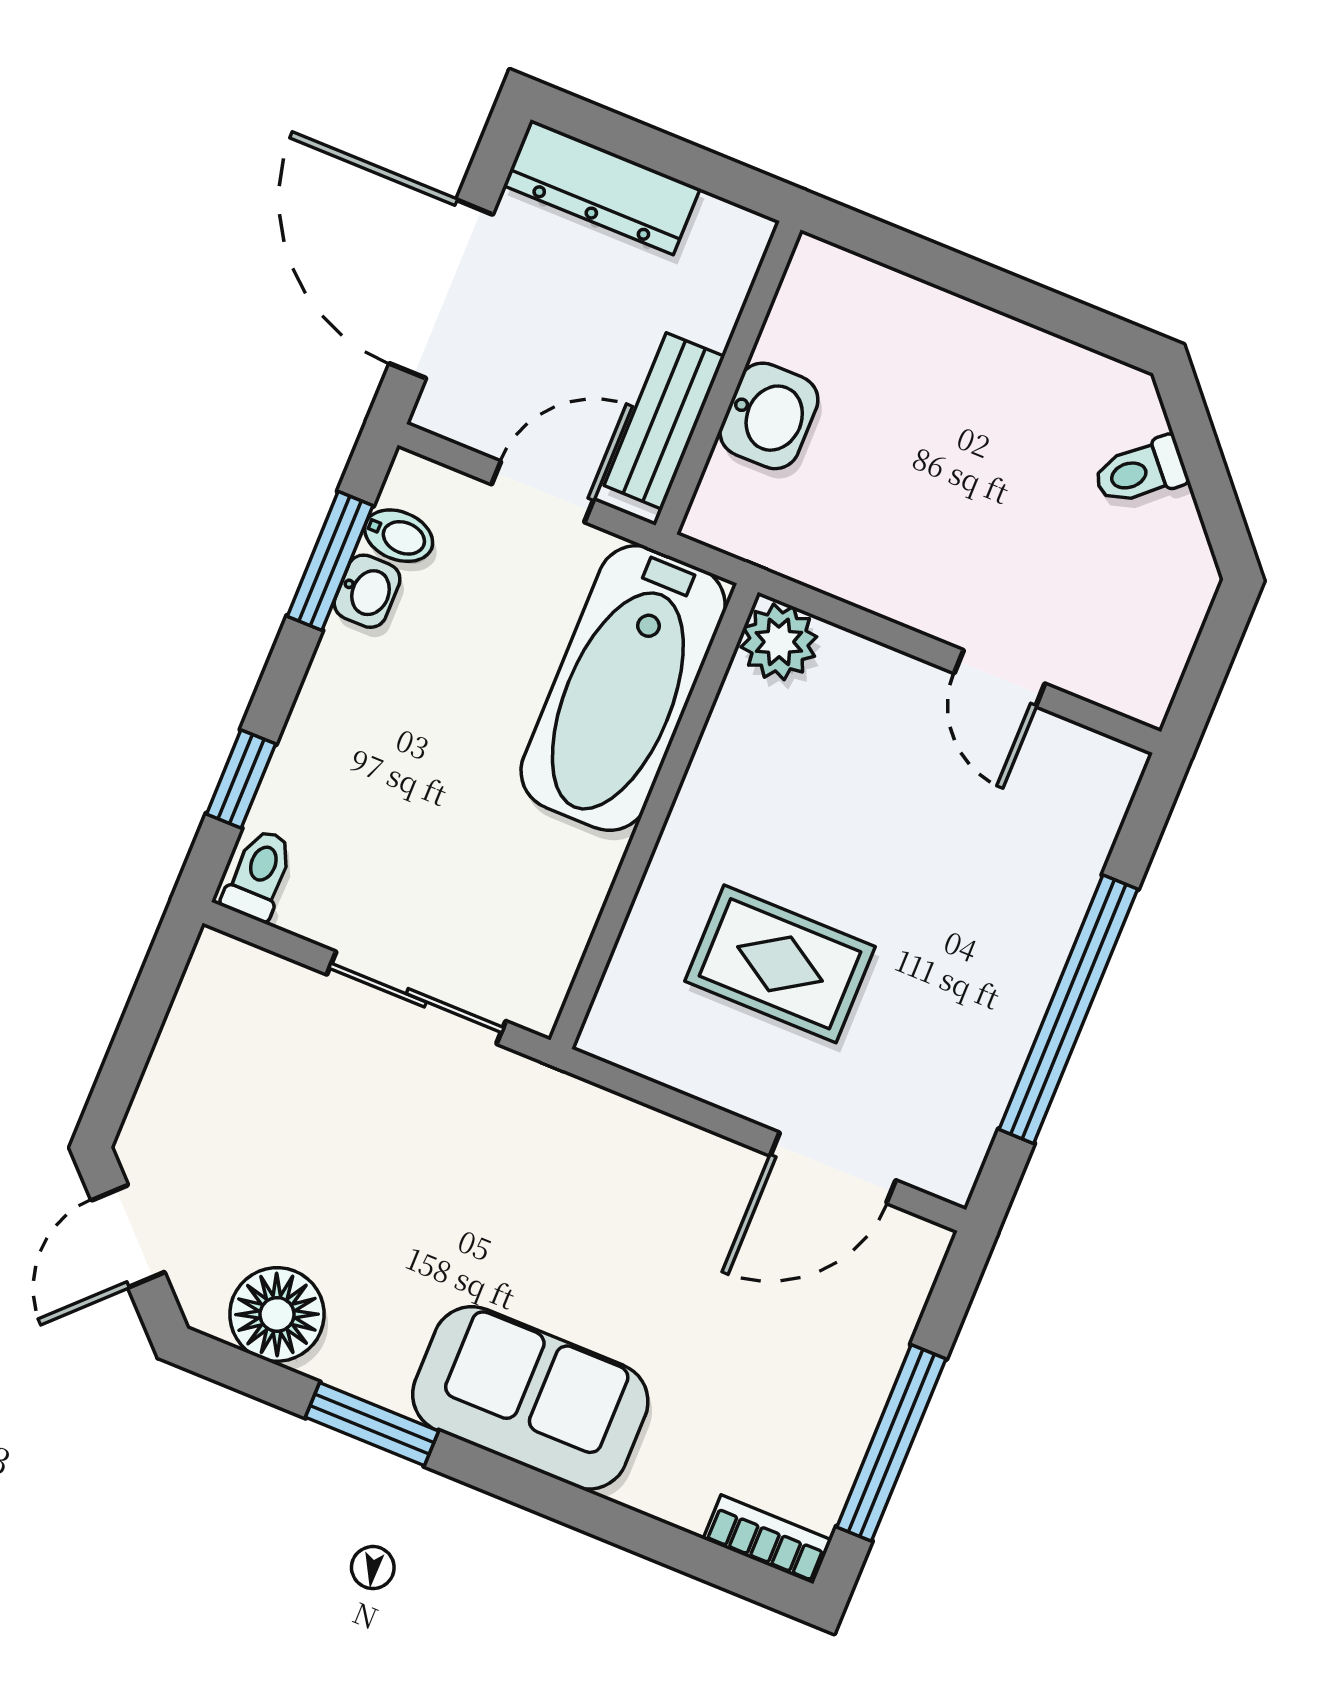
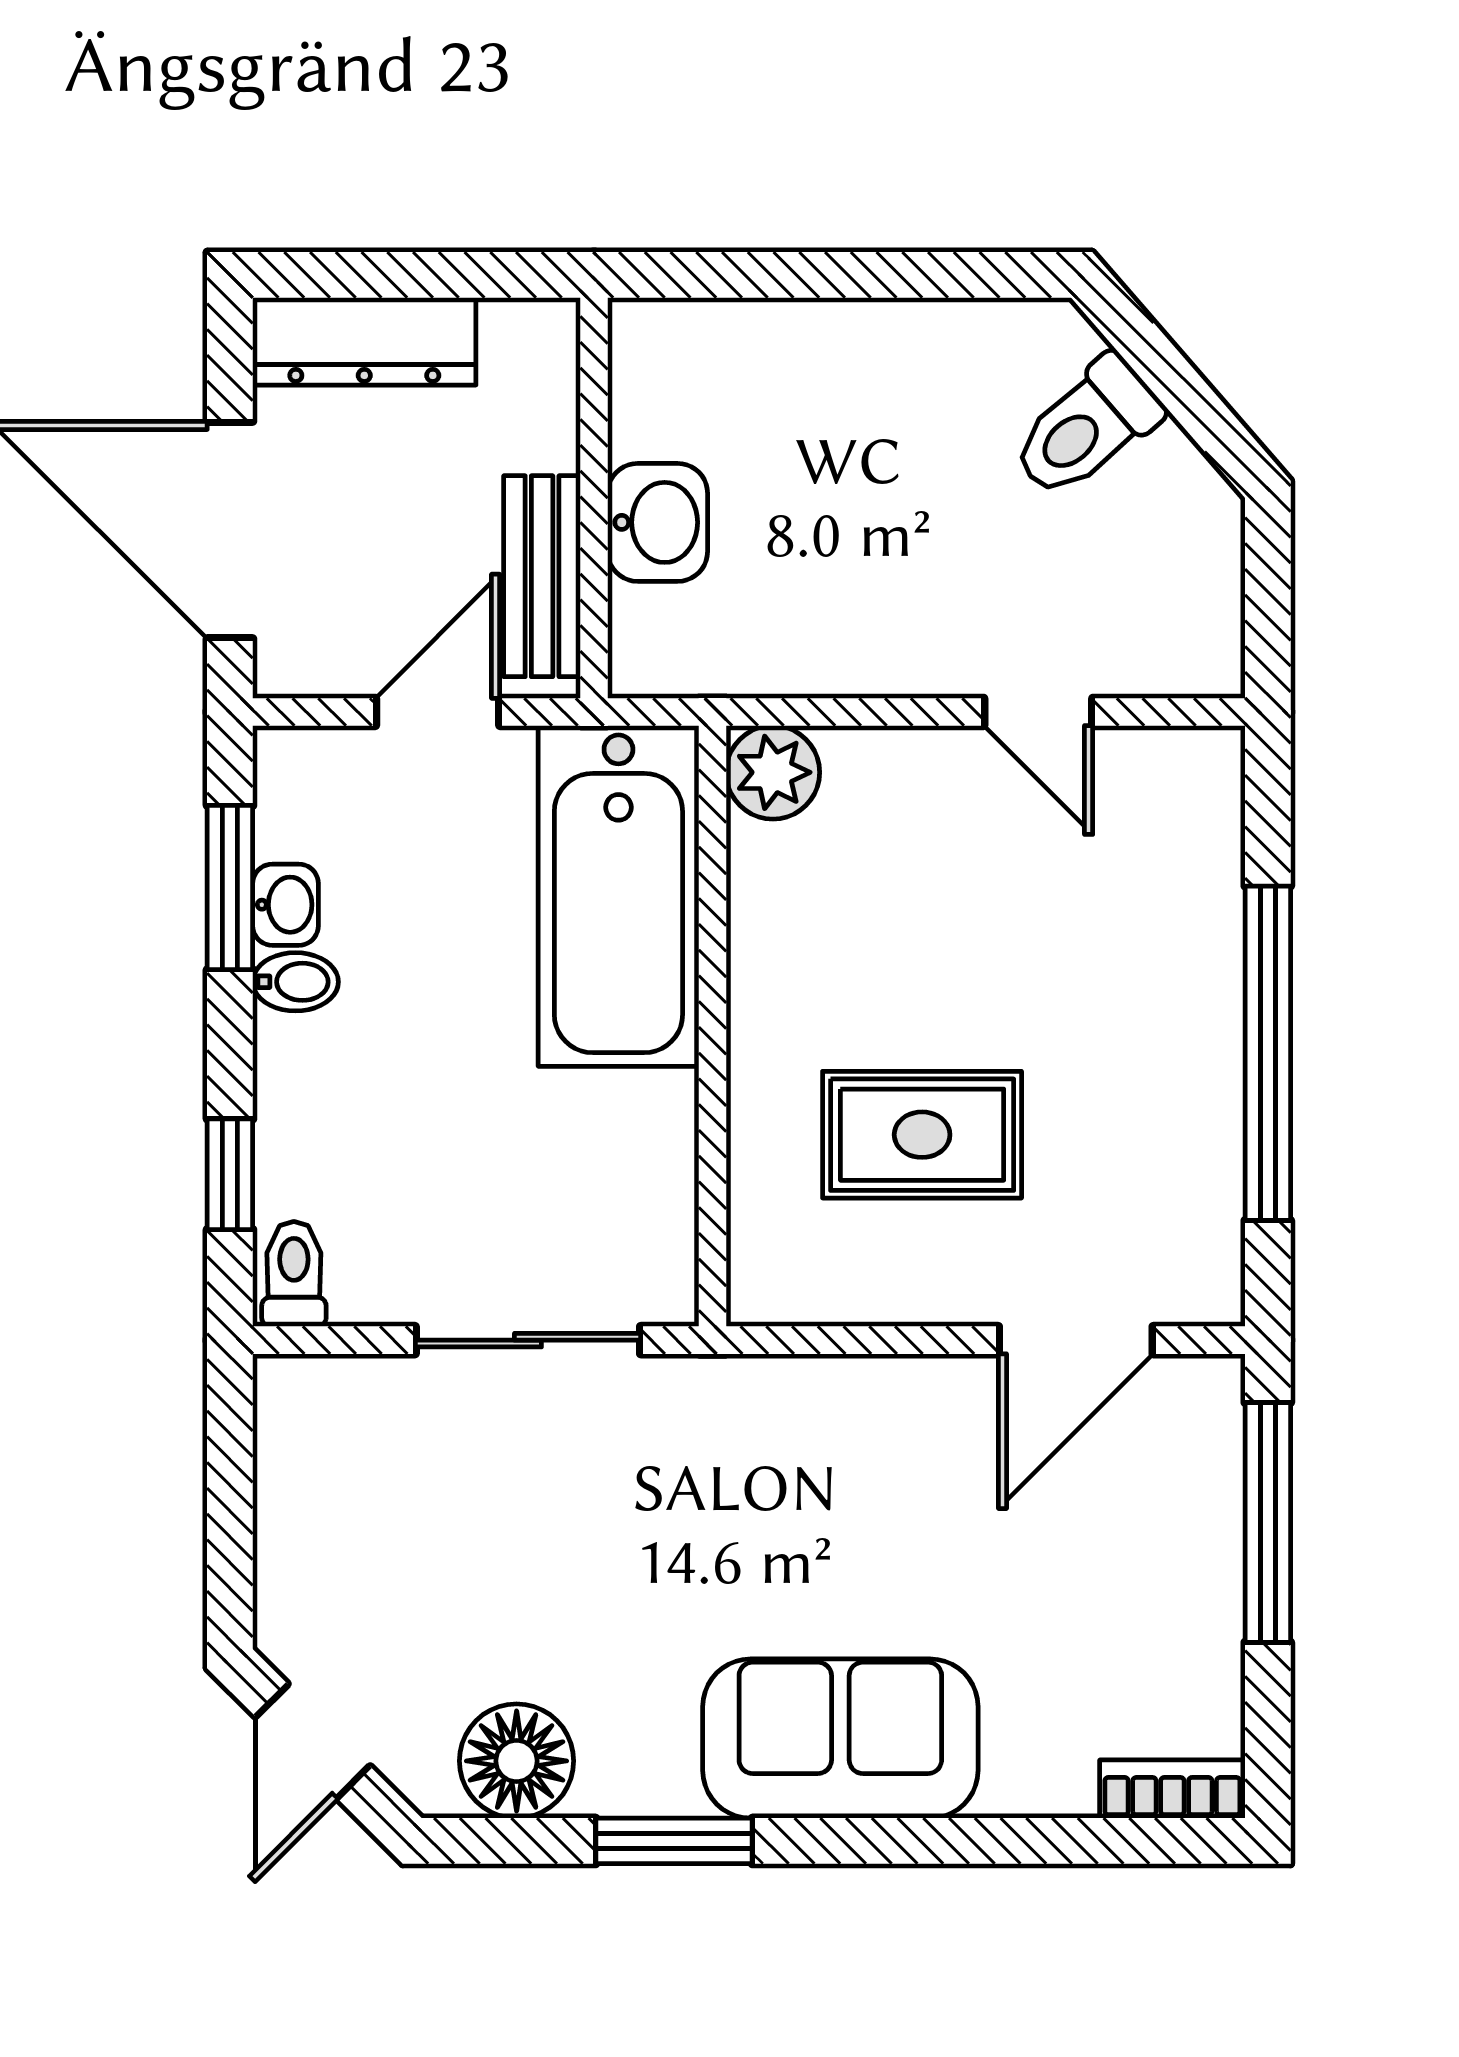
toilet: (1140, 471) -> (1086, 428), width x1.37, depth x1.39
bidet: (399, 536) -> (296, 982), moved
window: (891, 1443) -> (1268, 1522), moved

